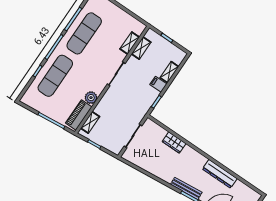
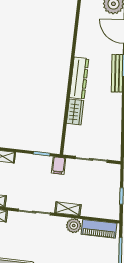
filing cabinet: (158, 84) -> (59, 166), moved
shelving: (90, 122) -> (68, 209), moved
dresser: (220, 174) -> (79, 78), moved

